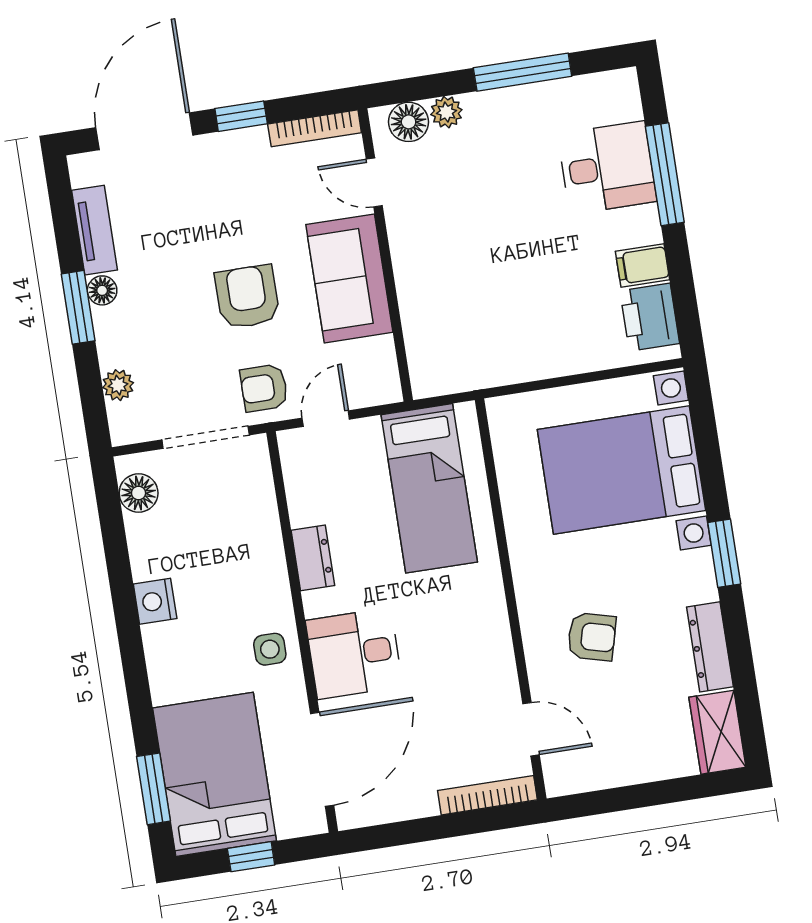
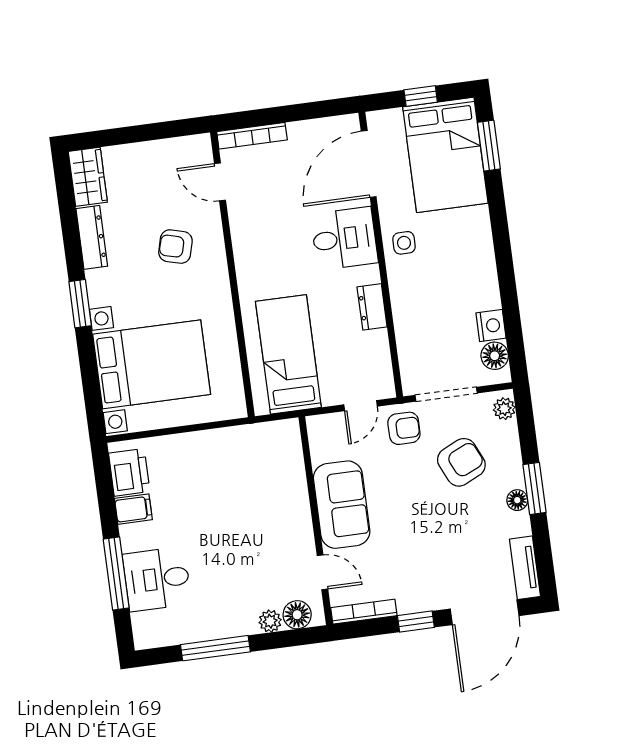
tv unit: (94, 230) -> (525, 568), moved
armchair: (247, 297) -> (461, 462), moved, turned -115
plant: (118, 385) -> (504, 409), moved
nightstand: (155, 601) -> (491, 326), moved

